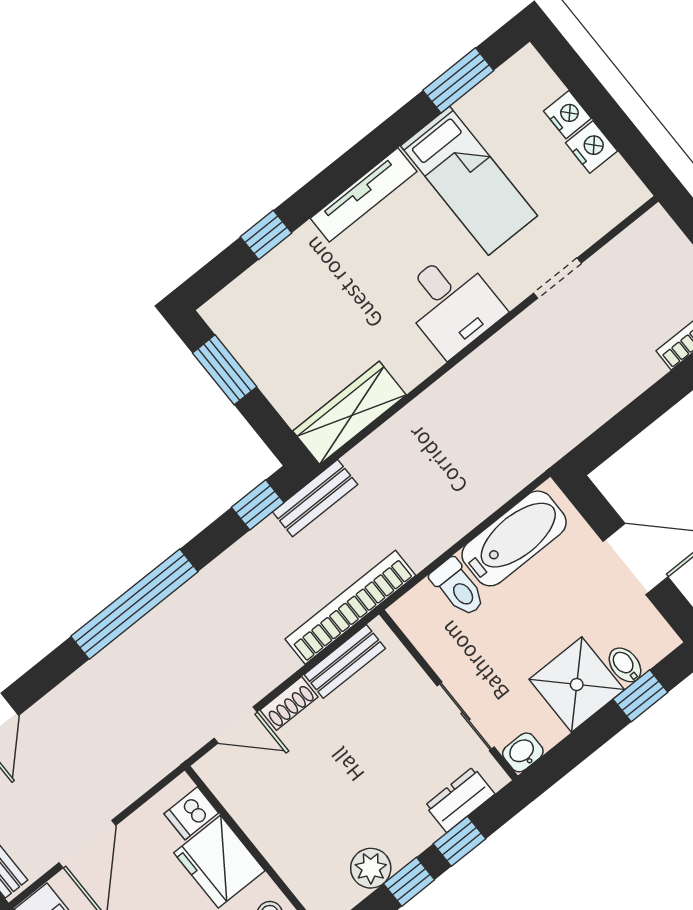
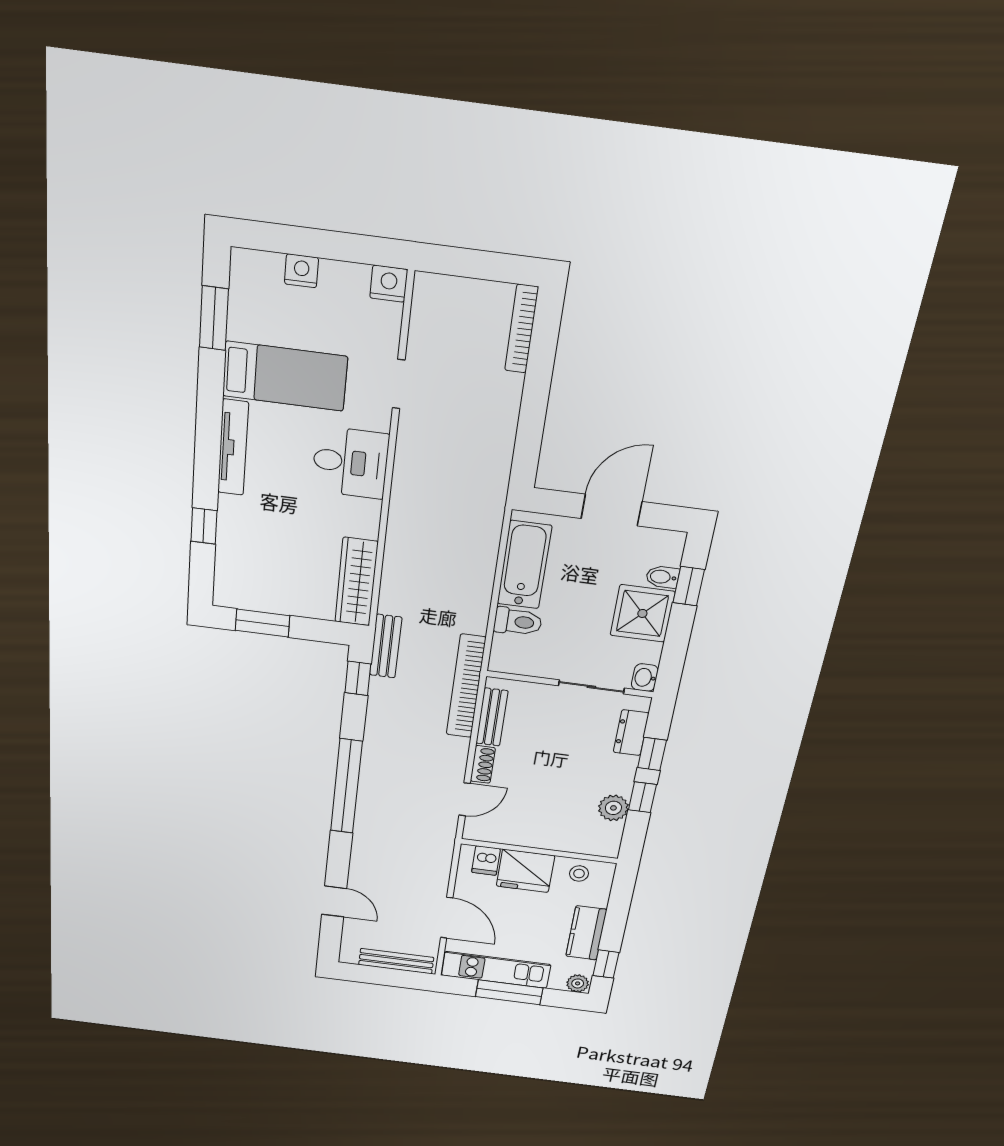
nightstand: (591, 147) -> (389, 284), moved

